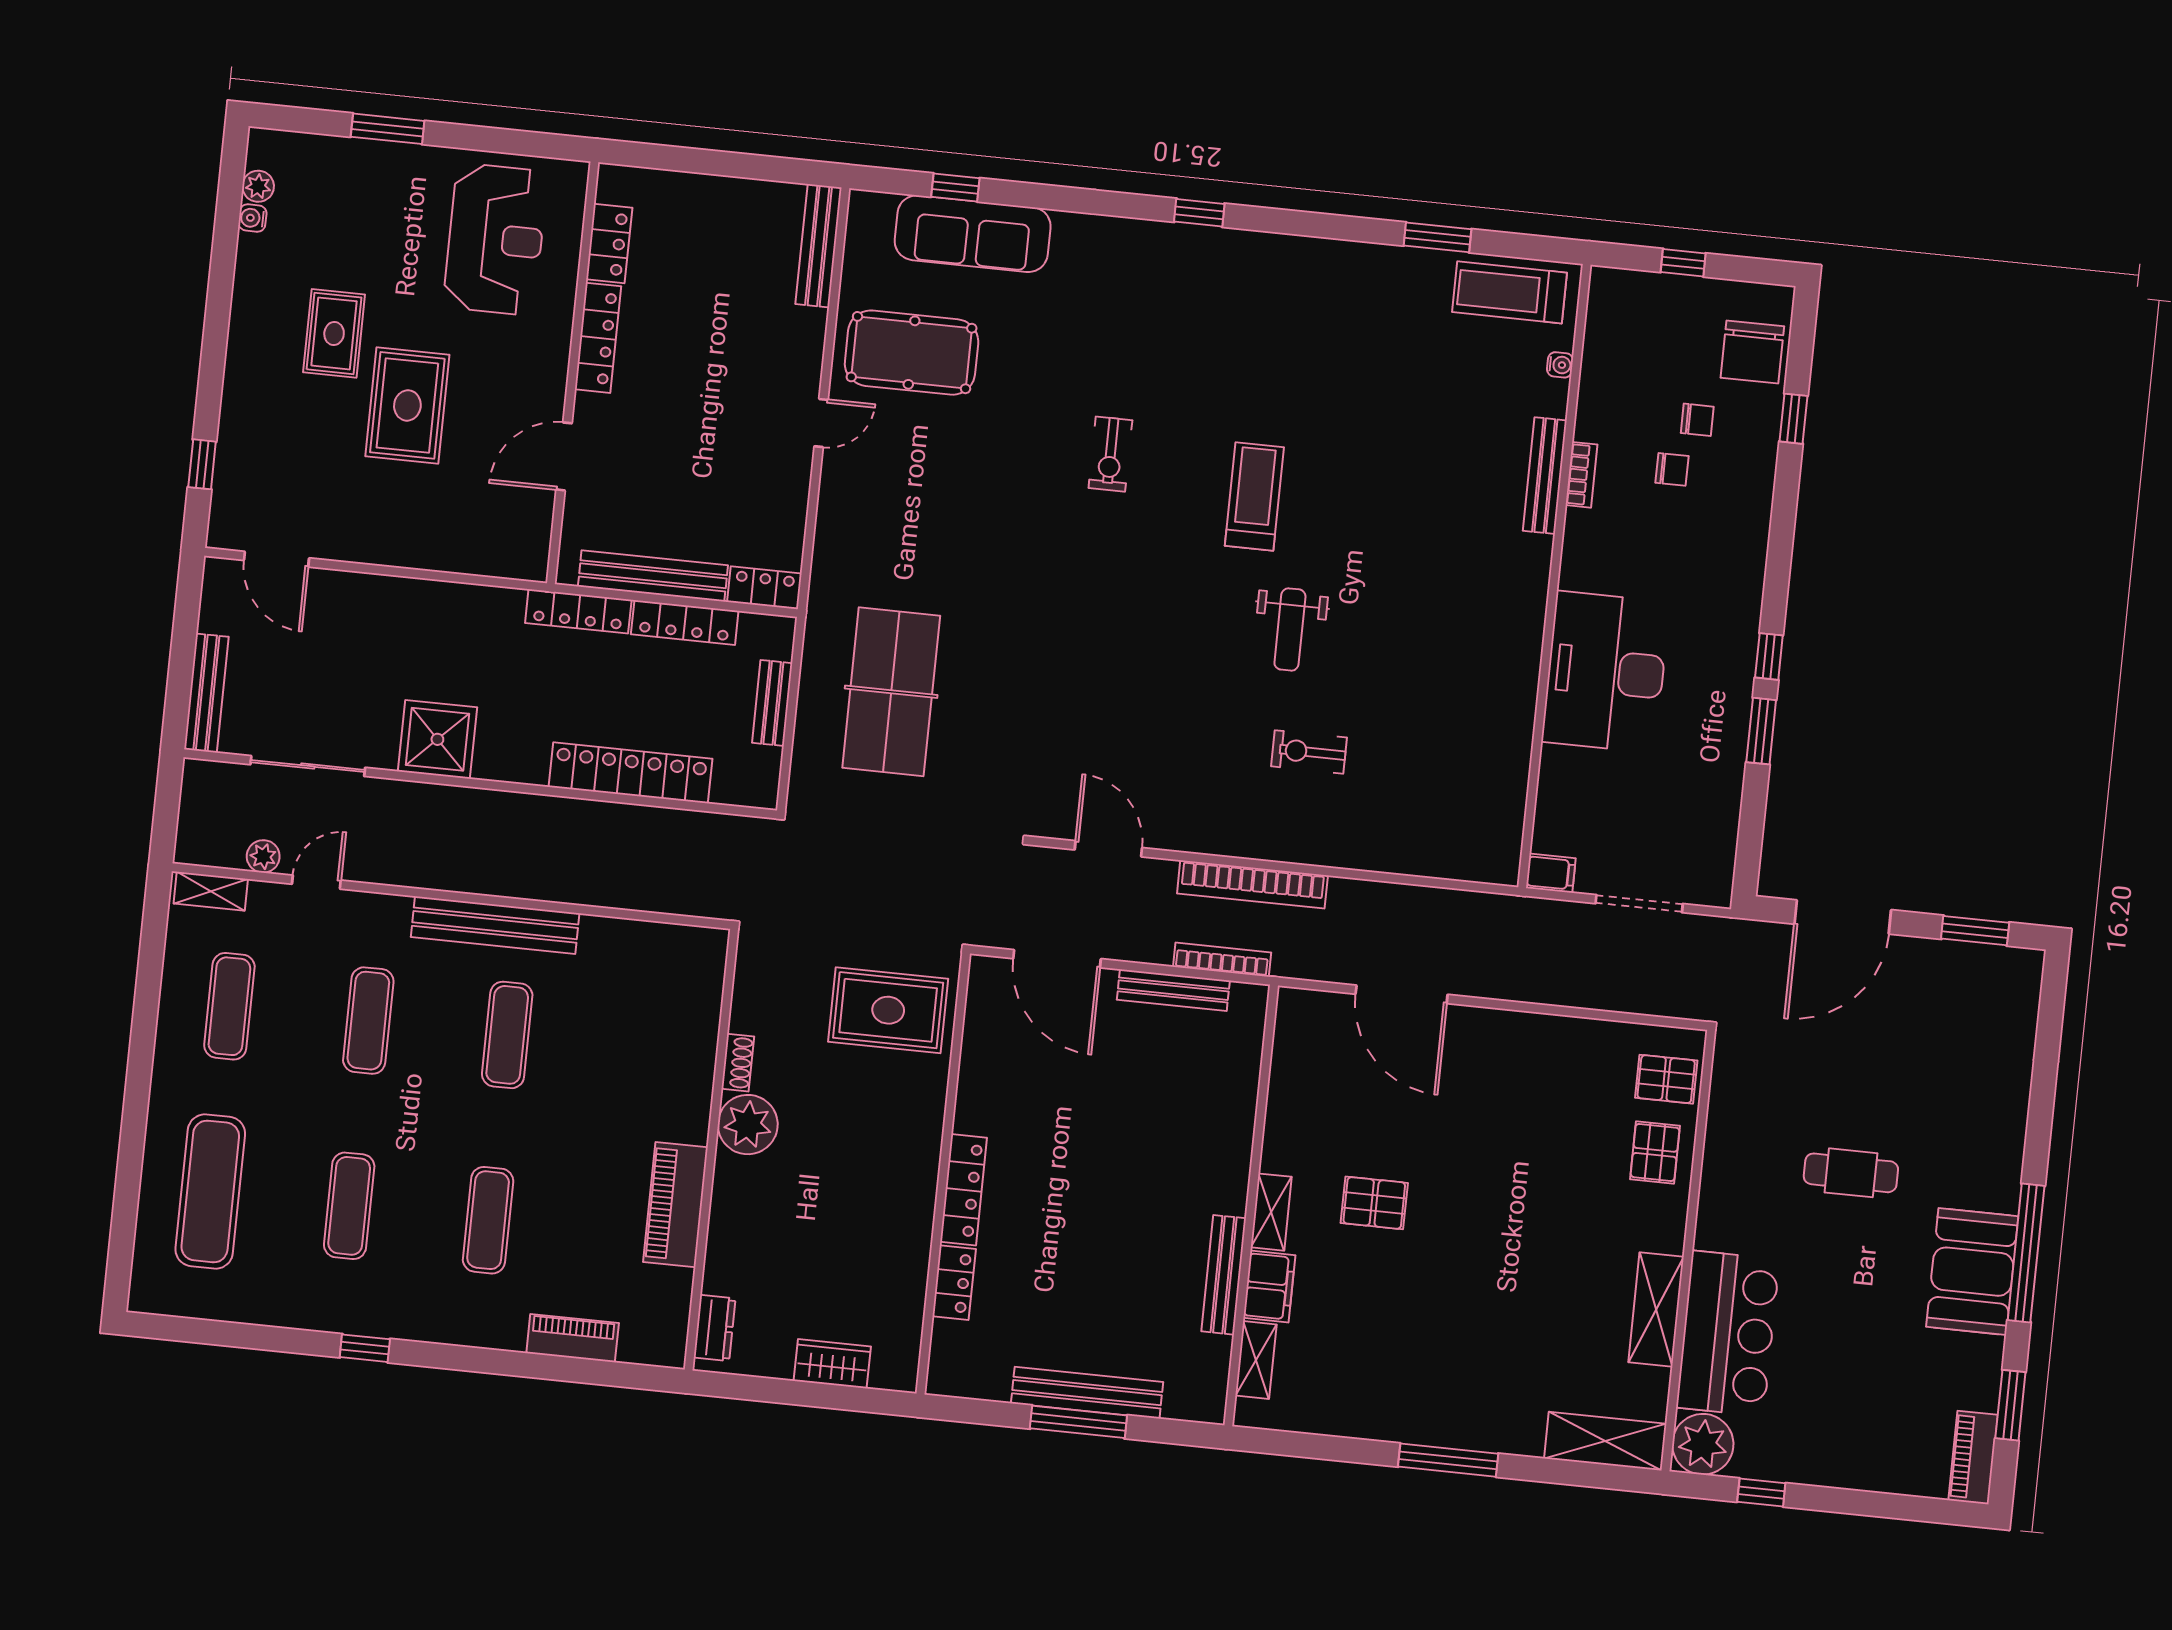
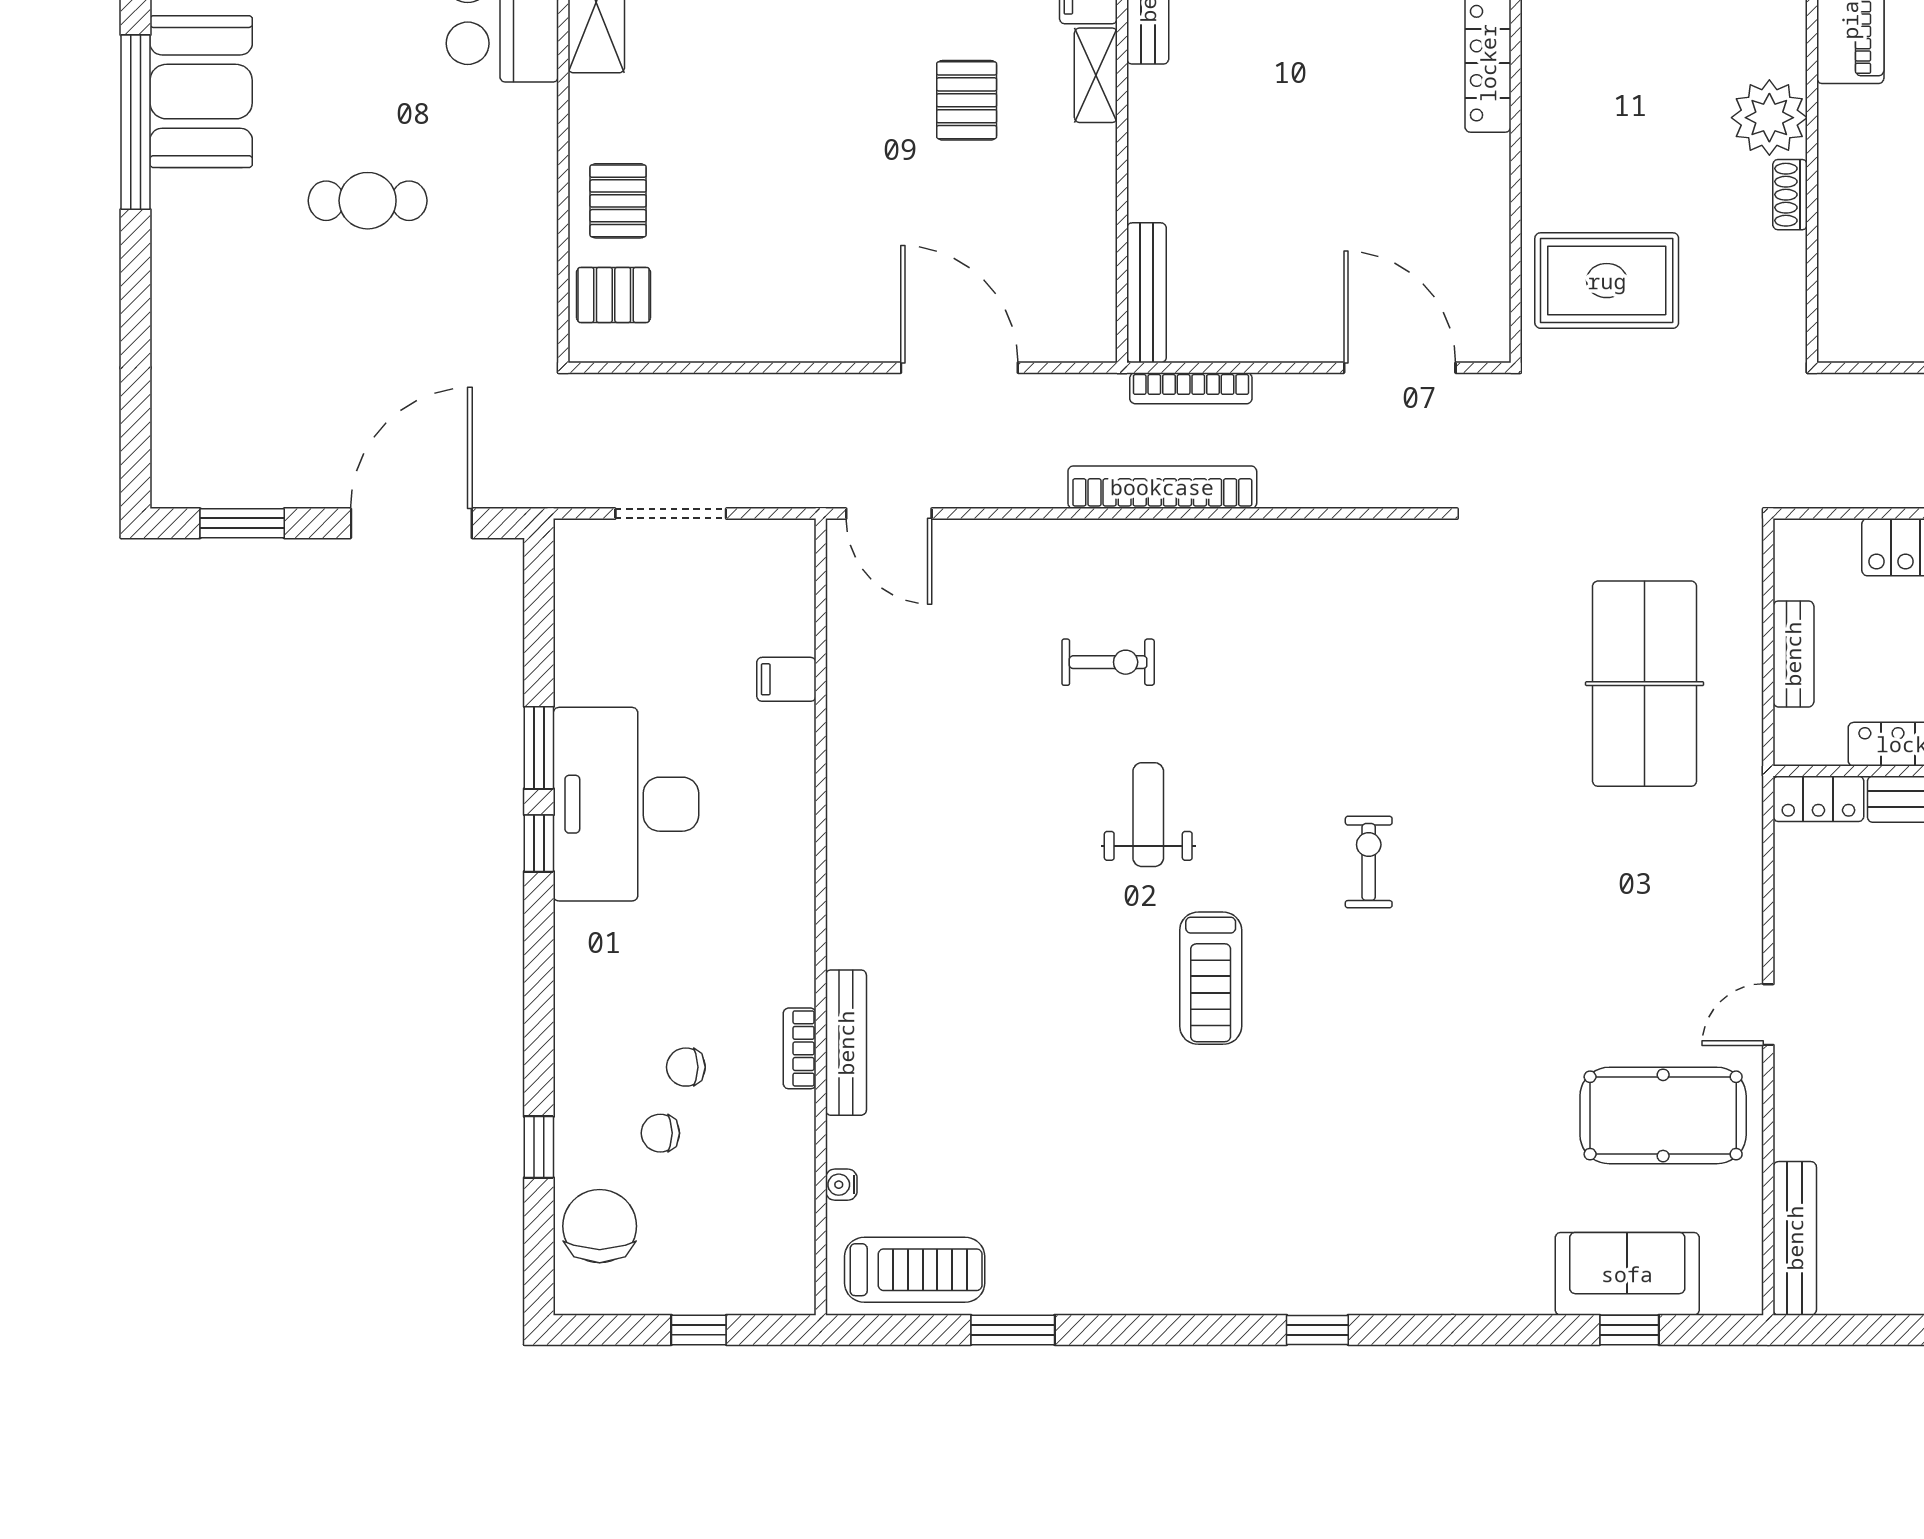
sofa: (973, 234) -> (1627, 1274), width x0.73
exercise bike: (1110, 454) -> (1369, 862), moved
desk: (1606, 672) -> (626, 804), moved, turned 180
door: (1108, 849) -> (889, 514), moved
filing cabinet: (1551, 873) -> (786, 679), moved
bench: (1173, 990) -> (1146, 293), moved, turned 90
pallet: (1374, 1203) -> (967, 100), turned 90

